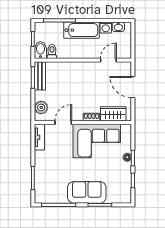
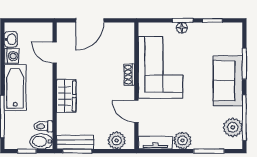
wardrobe: (113, 114) -> (66, 96), moved, turned 180
plant: (41, 158) -> (183, 140), added
plant: (51, 196) -> (233, 127), added

